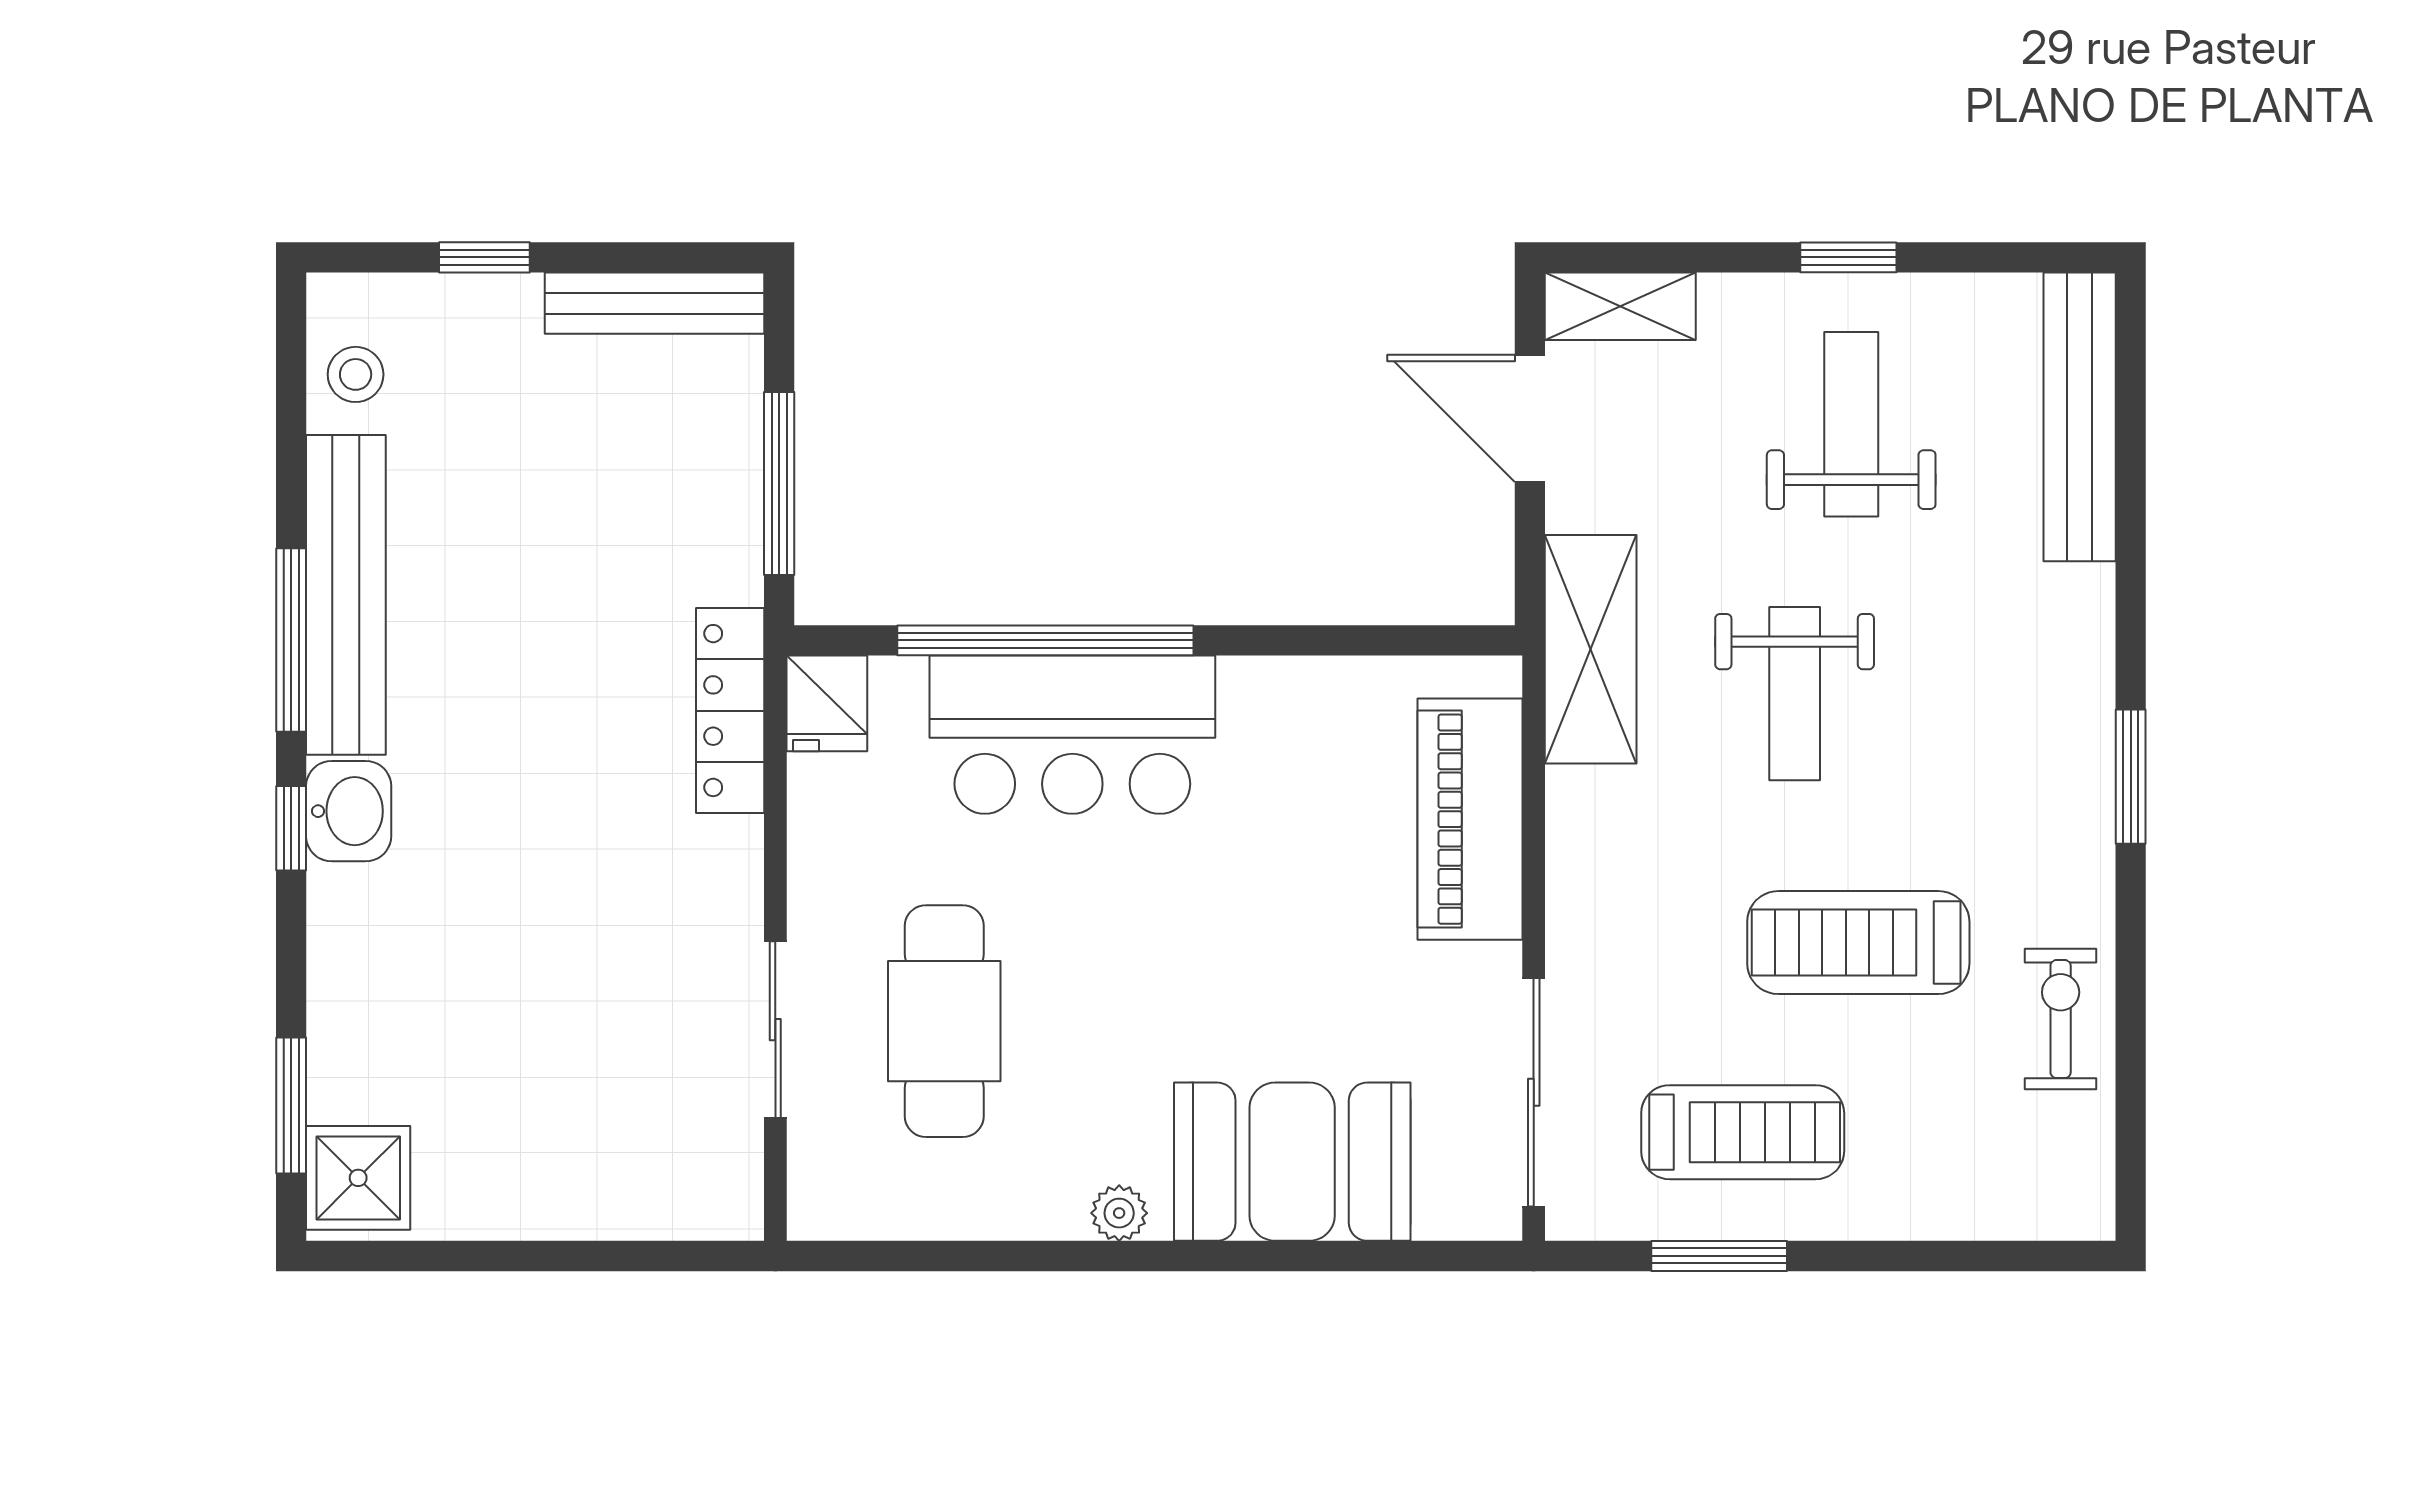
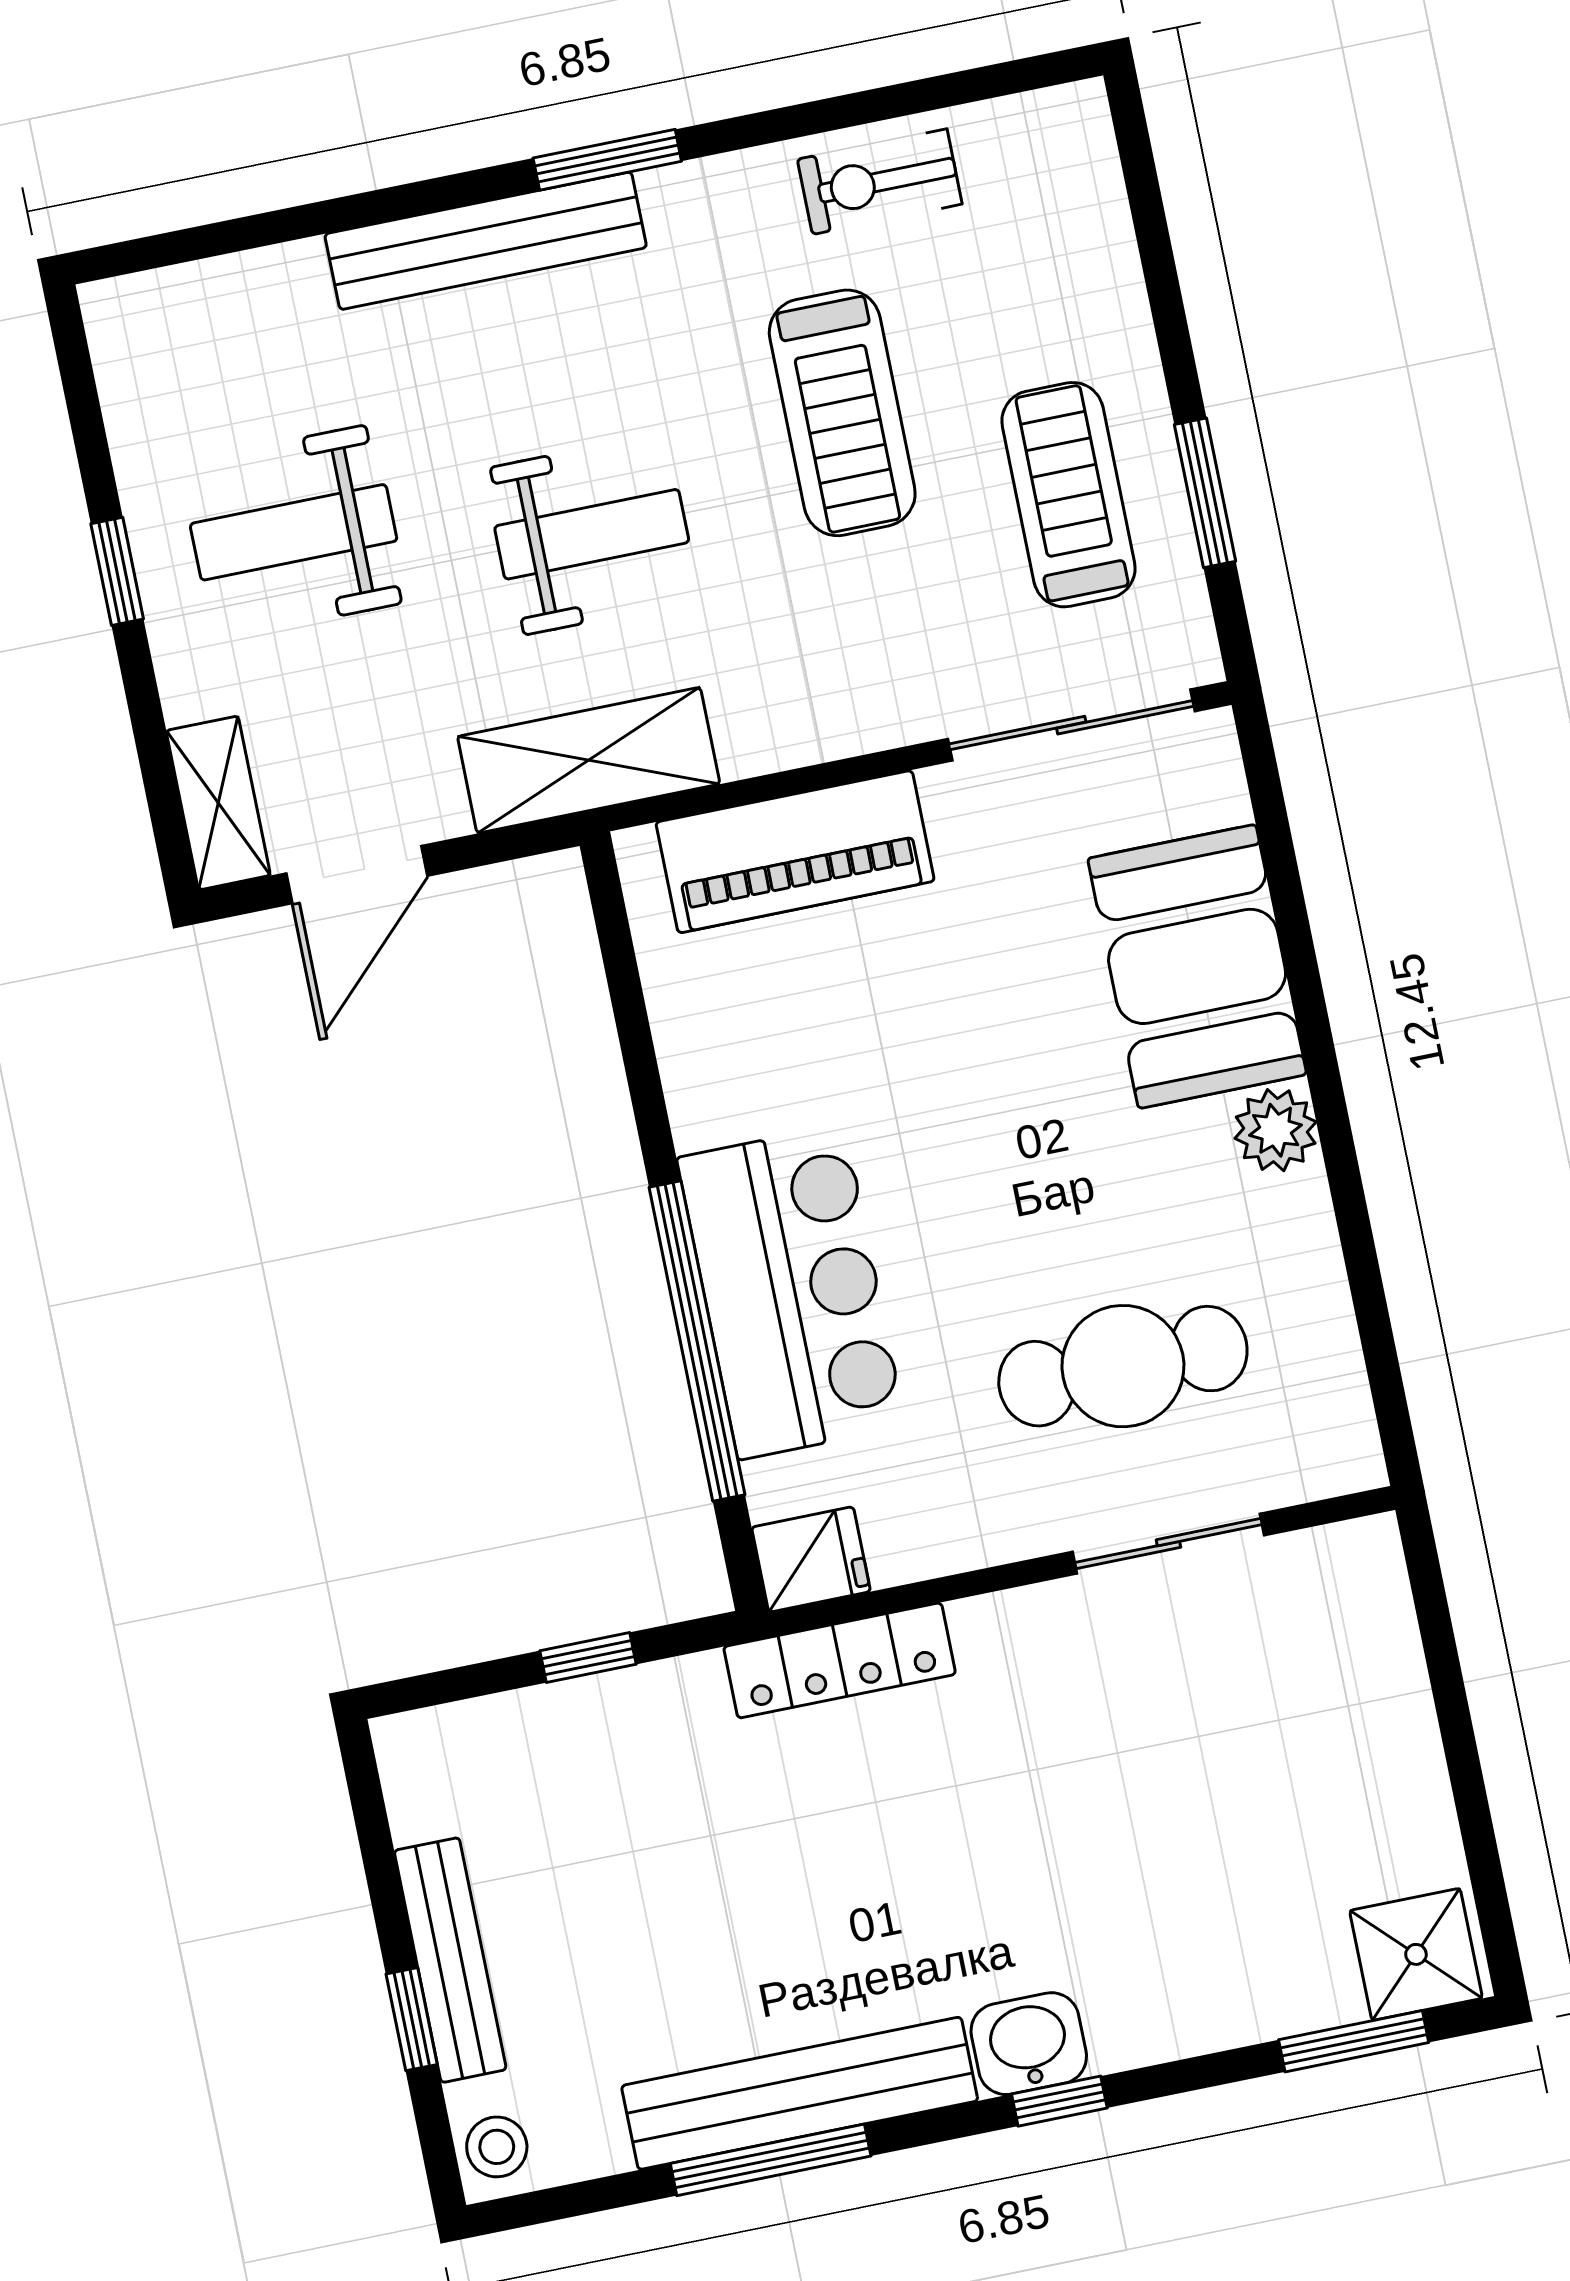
bench: (654, 303) -> (450, 1960), moved
stool: (356, 374) -> (497, 2147), moved
bench: (2080, 417) -> (486, 241), moved
window: (779, 484) -> (588, 1657), width x0.46
window: (291, 640) -> (771, 2160), moved
plant: (1119, 1213) -> (1276, 1130), width x1.38, depth x1.38

